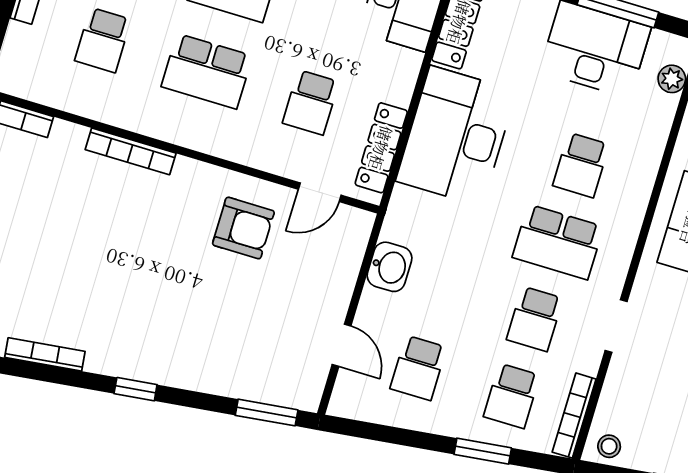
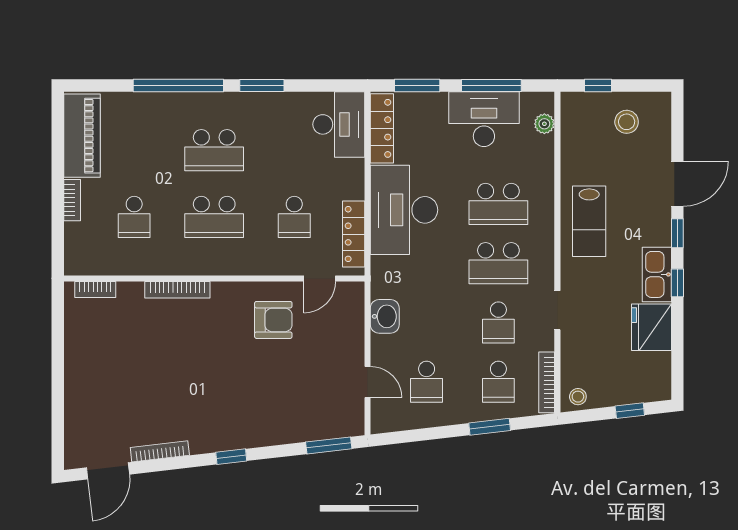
school desk: (581, 165) -> (498, 204), width x1.85

